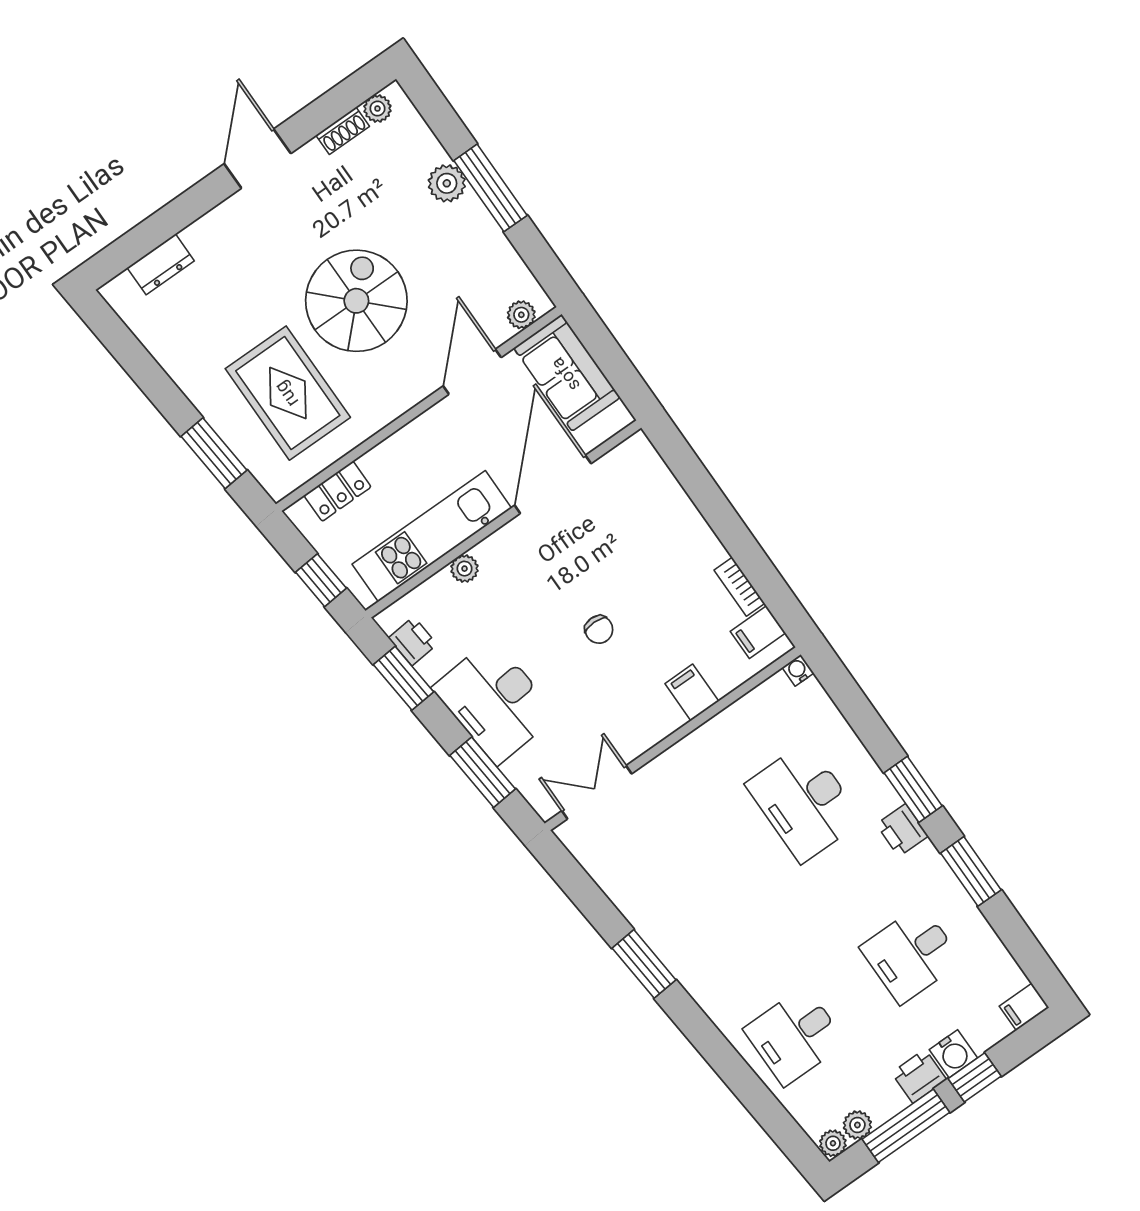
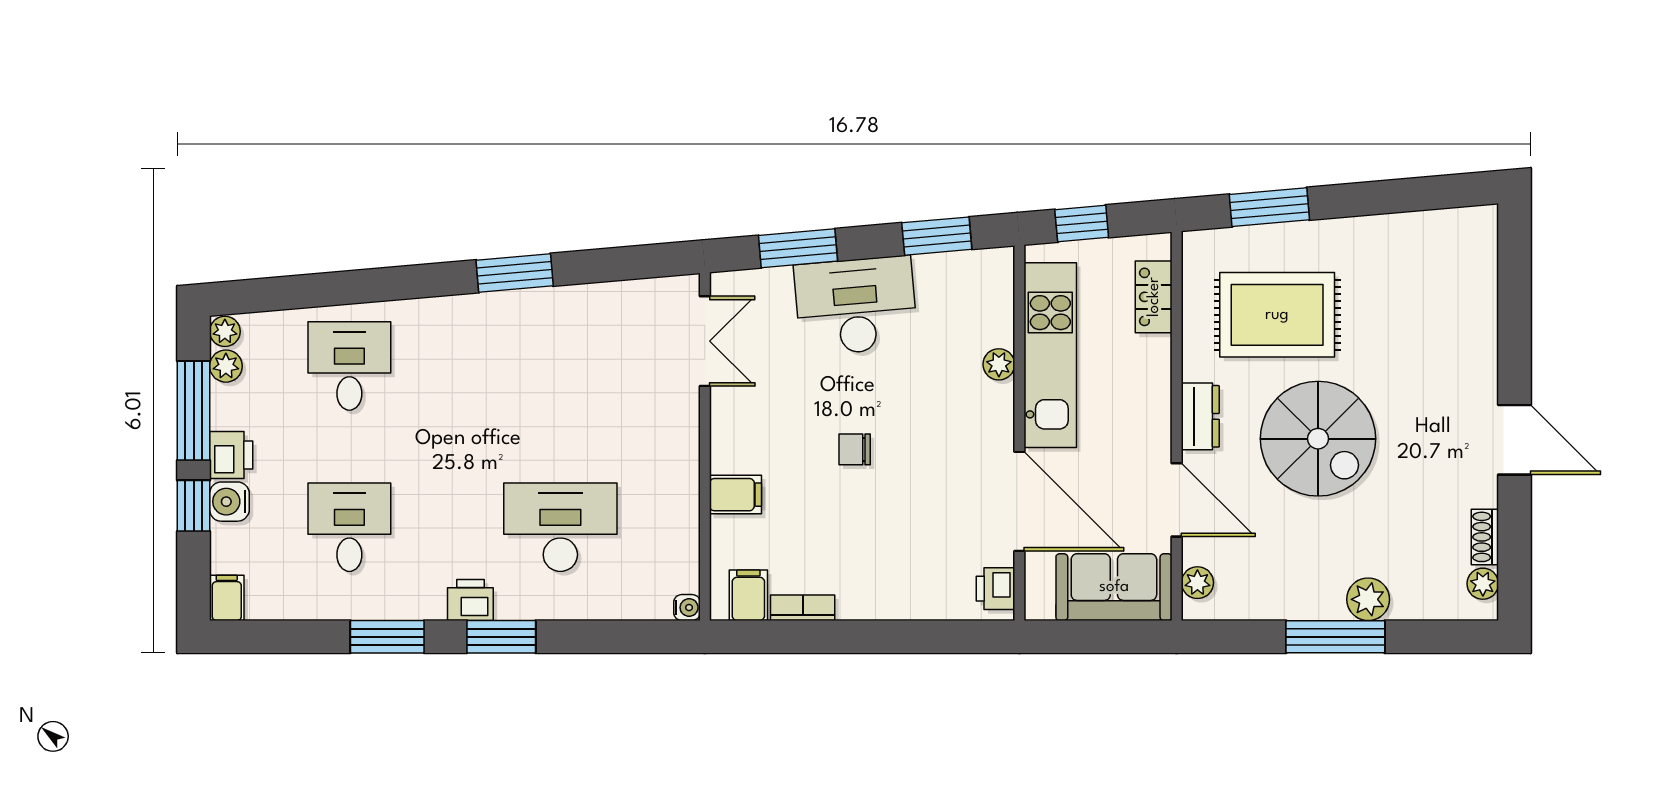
dresser: (161, 264) -> (1200, 416), moved, turned 180
printer: (413, 641) -> (996, 589), moved, turned 95

